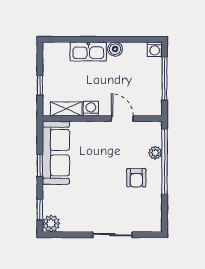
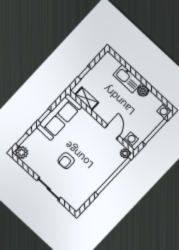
washing machine: (91, 109) -> (131, 139), moved
plant: (155, 153) -> (125, 153), moved
armchair: (136, 178) -> (66, 161), moved

